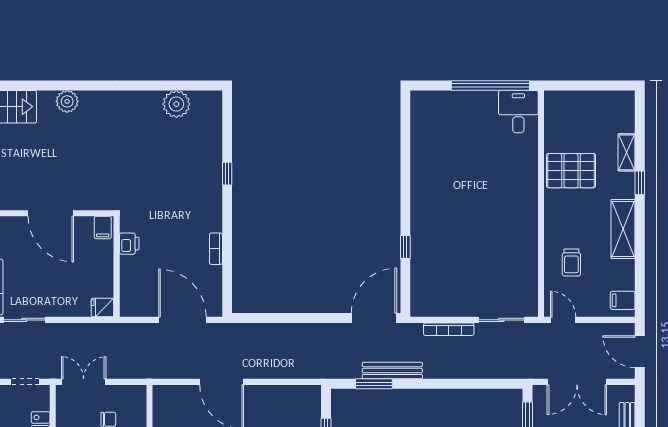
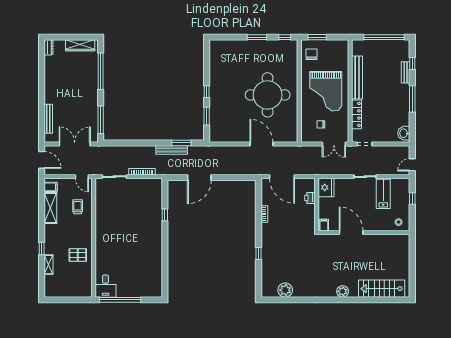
pallet: (571, 171) -> (78, 255), width x0.67, depth x0.71
shelving: (623, 229) -> (50, 208), moved
printer: (129, 244) -> (310, 198), moved
fridge: (102, 308) -> (326, 187), width x1.88, depth x1.34
door: (374, 318) -> (199, 178), moved

